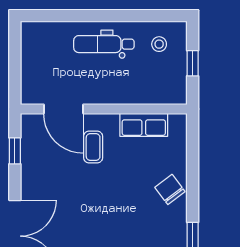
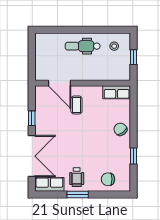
row of seats: (144, 125) -> (117, 92), moved
window: (15, 151) -> (32, 118), moved

